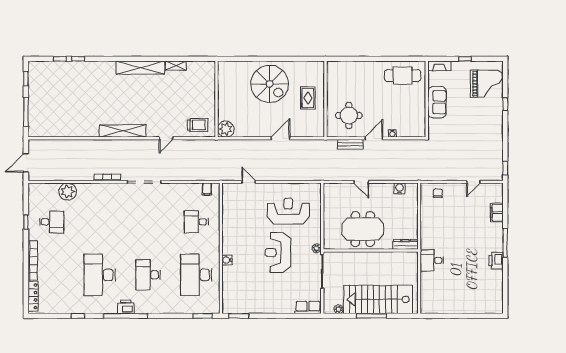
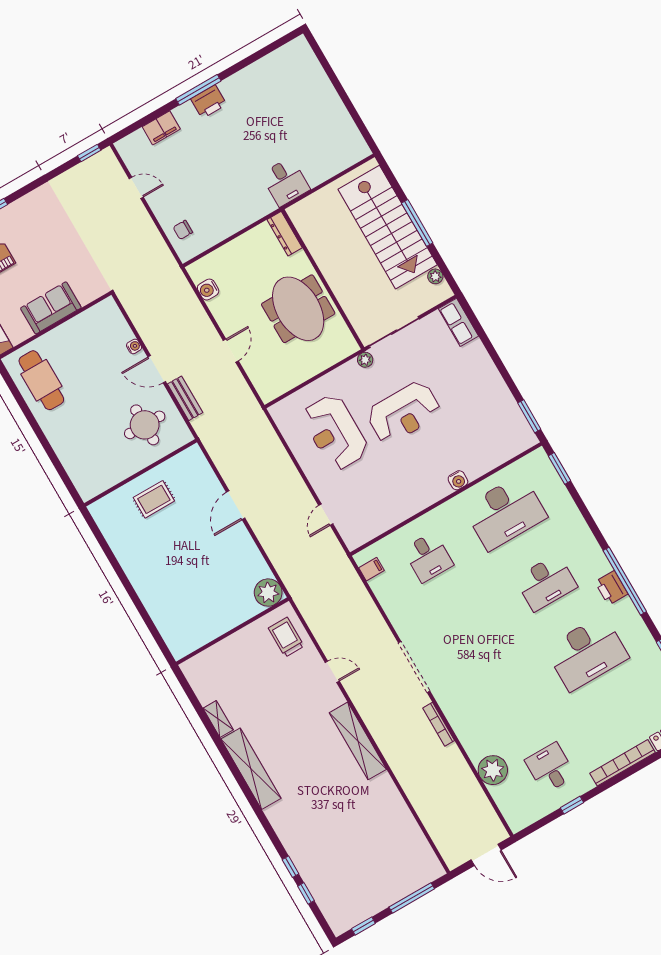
spiral stairs: (270, 84) -> (166, 567), removed
door: (280, 138) -> (236, 505), hinge flipped
printer: (496, 261) -> (209, 102), moved

